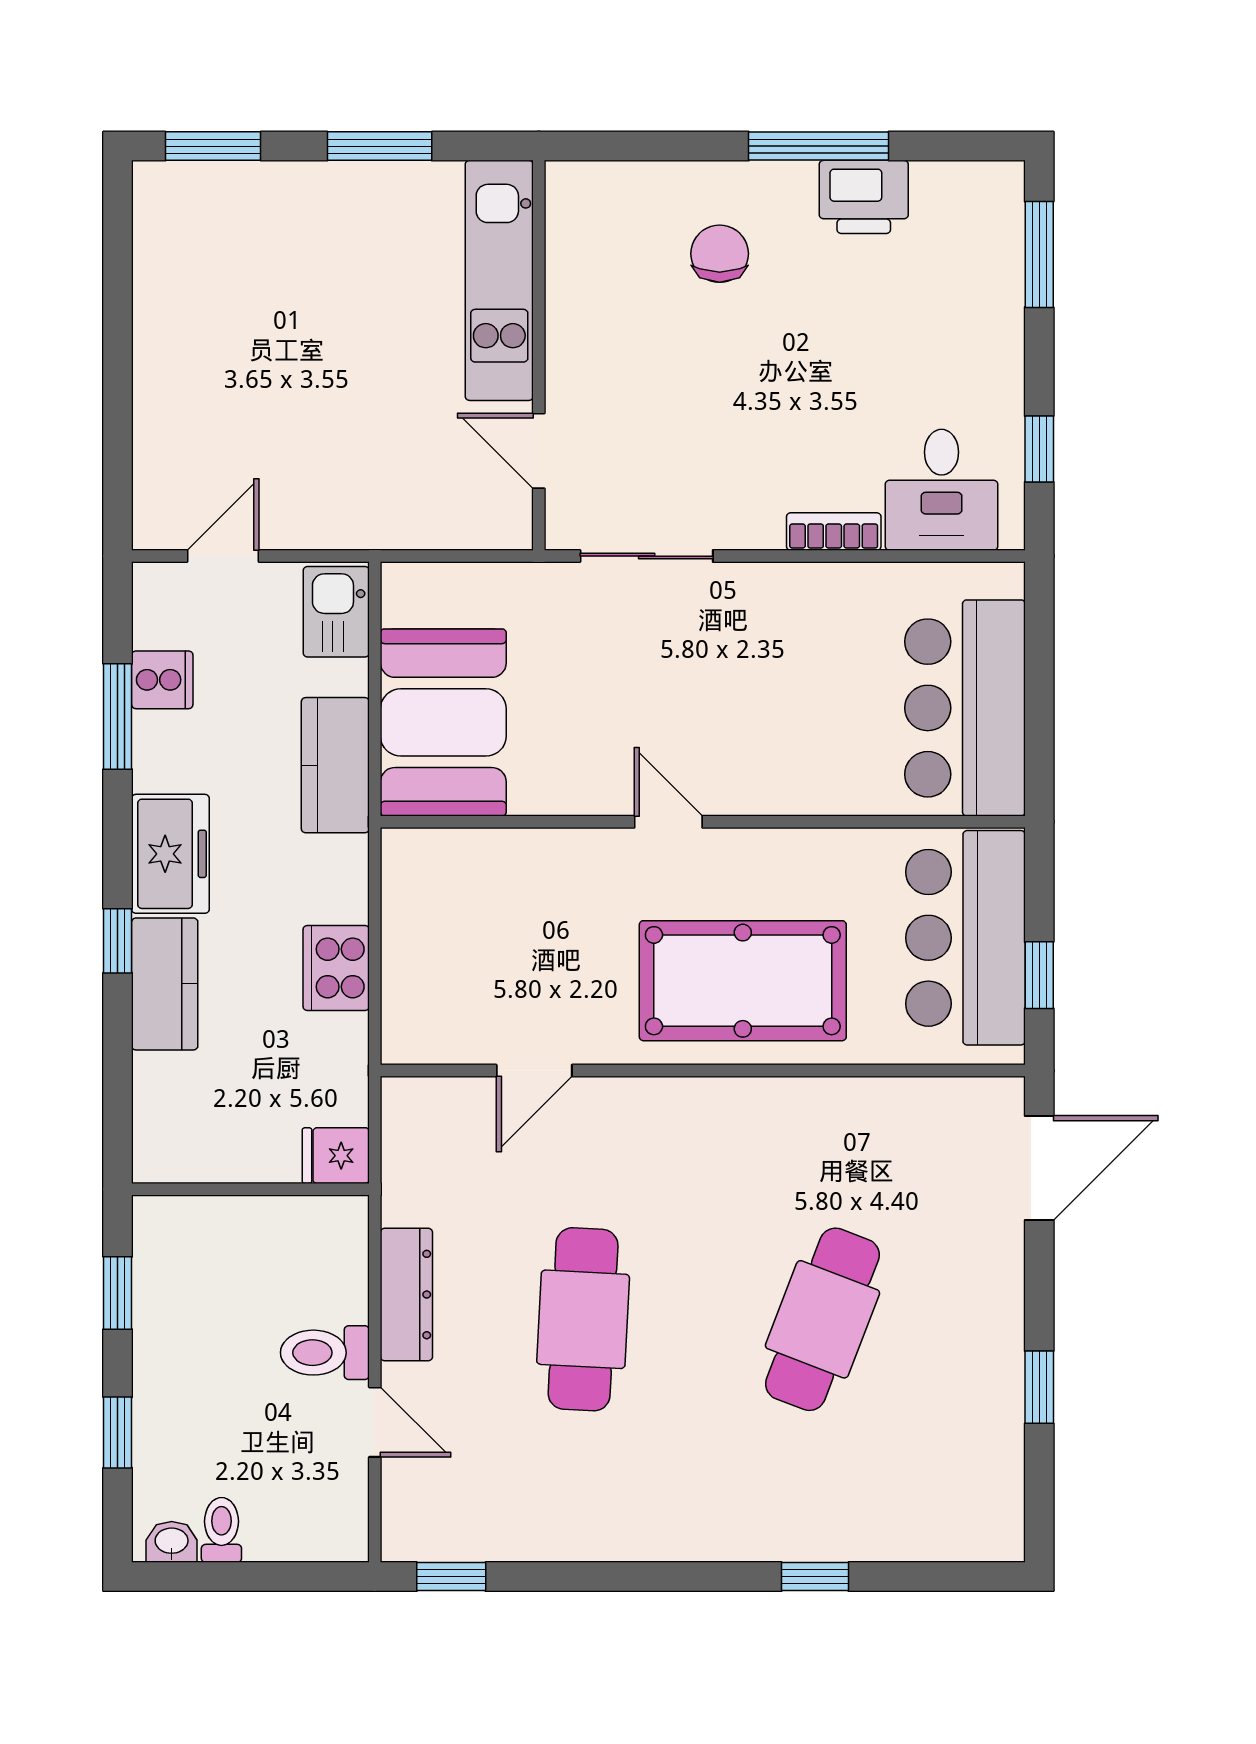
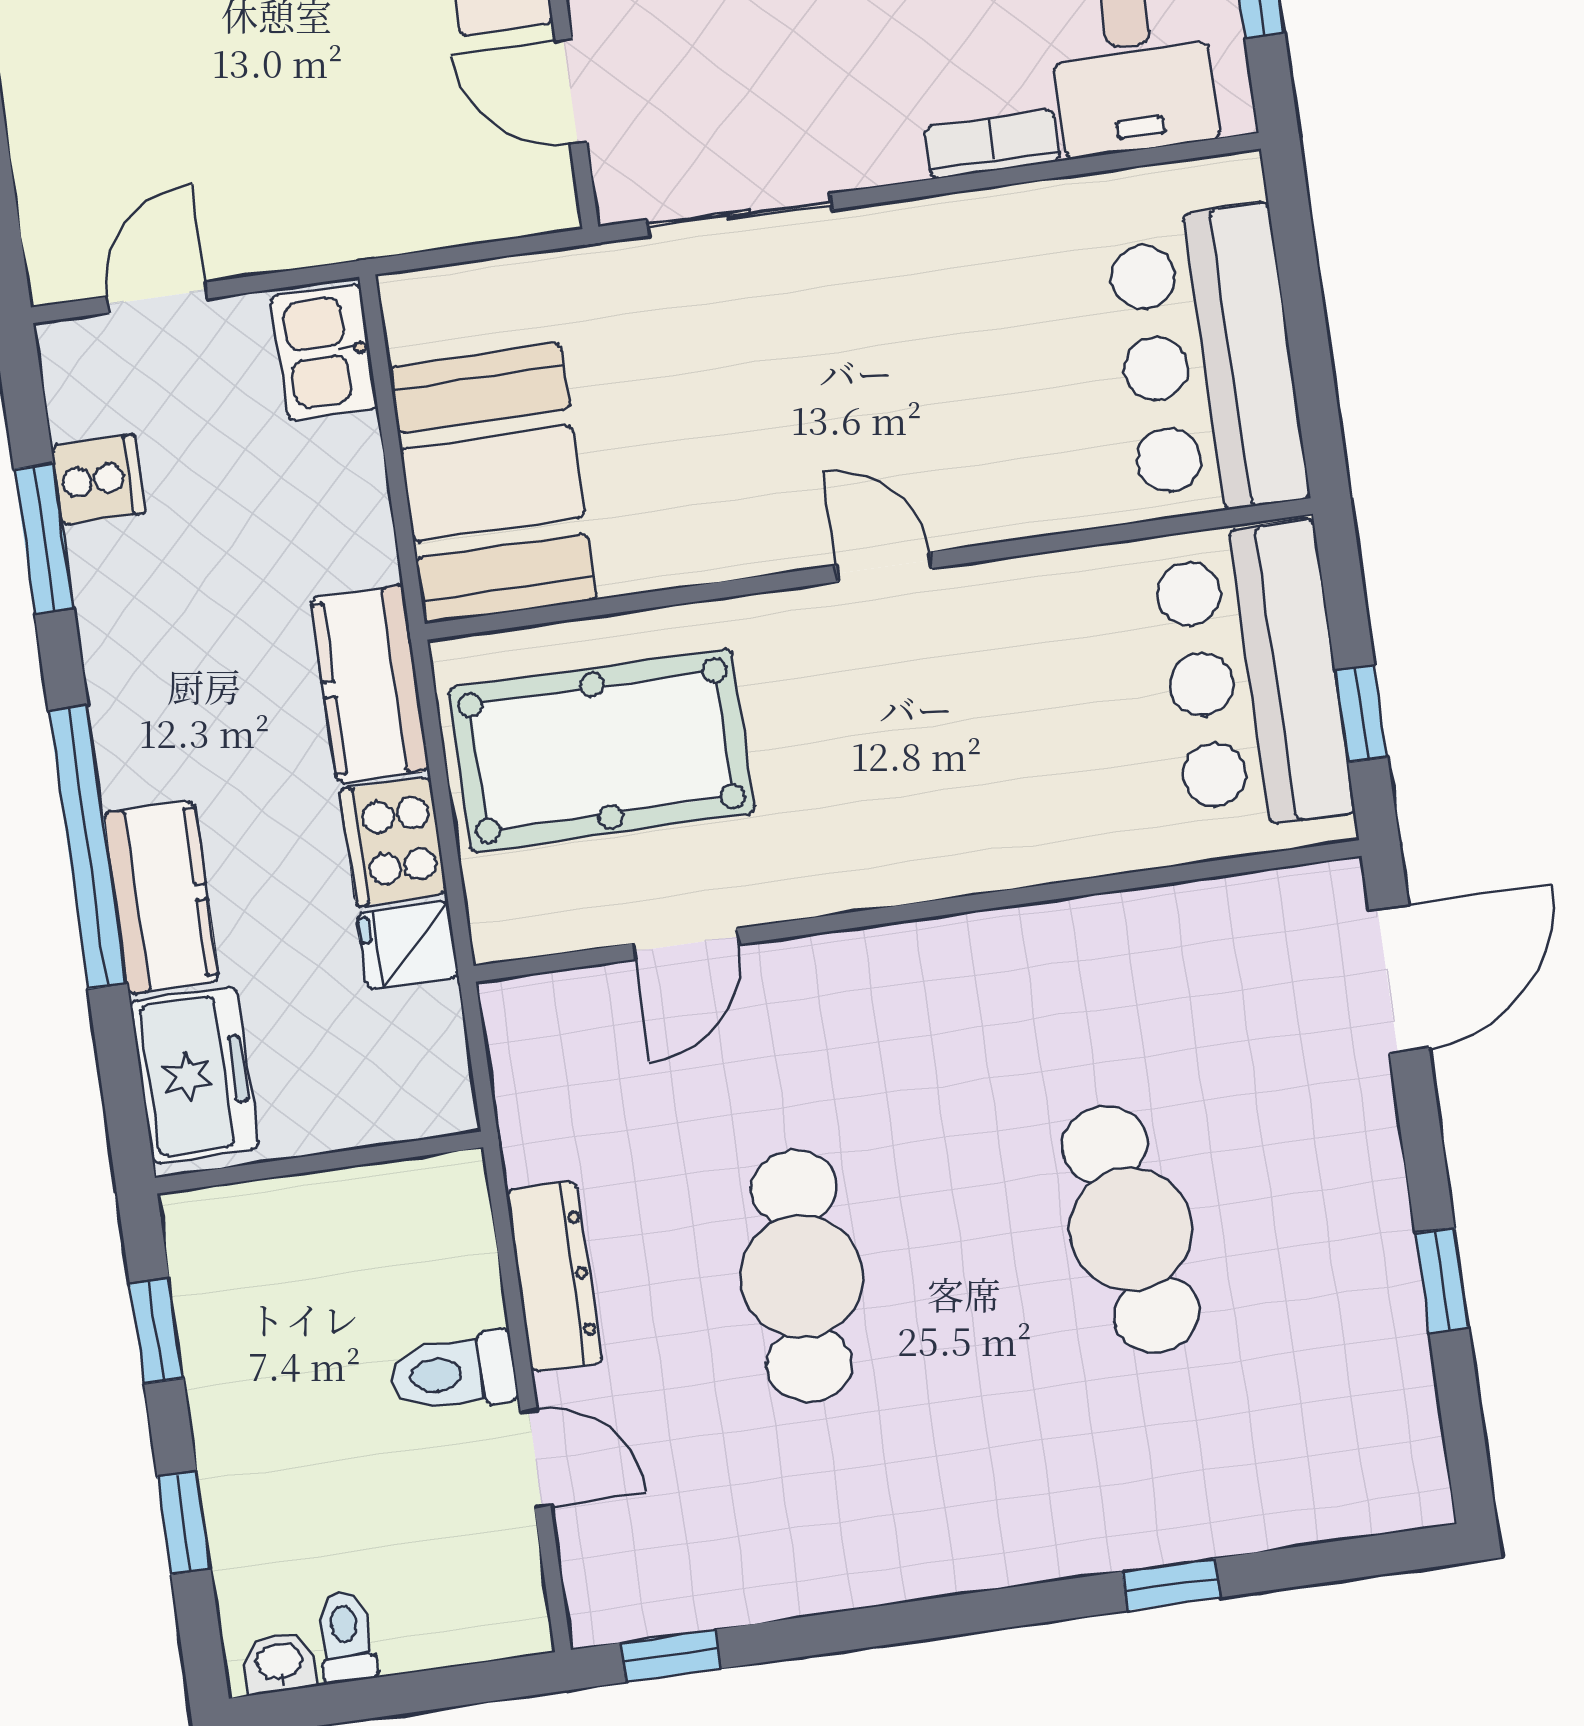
kitchen counter: (335, 765) -> (370, 684), moved
door: (668, 822) -> (884, 567), moved
freezer: (170, 854) -> (194, 1075), moved
window: (118, 941) -> (88, 847), width x3.17
pool table: (743, 981) -> (601, 751), moved
fridge: (336, 1156) -> (408, 945), moved
cafe table: (822, 1319) -> (1131, 1229), turned -30

